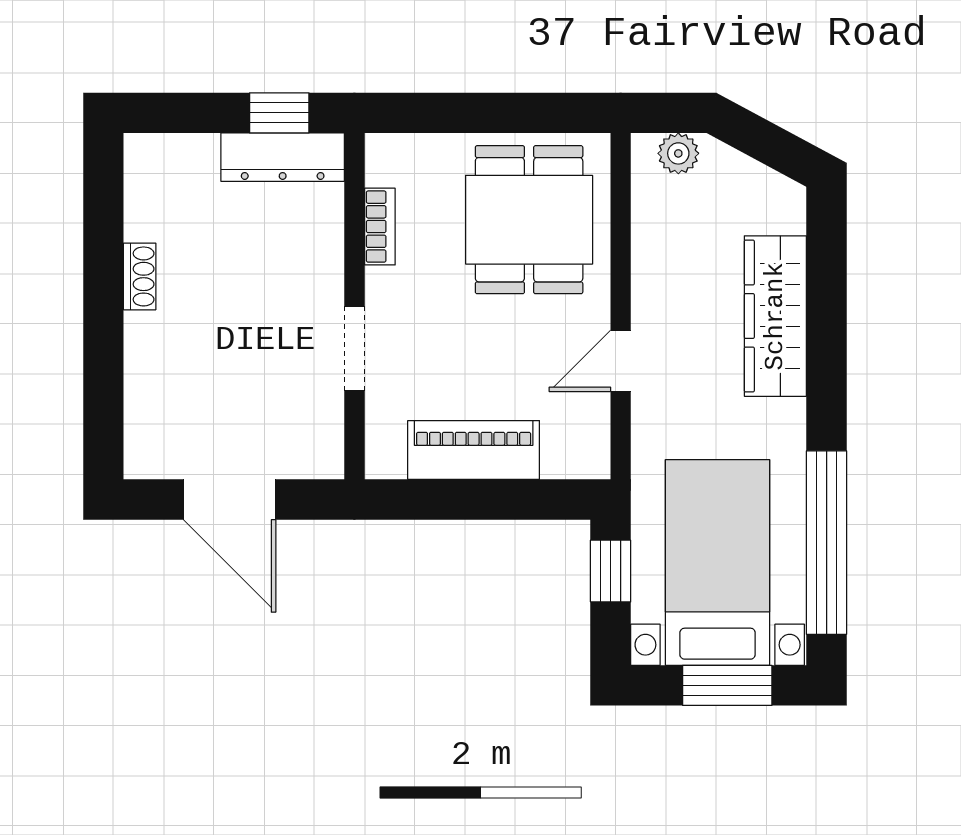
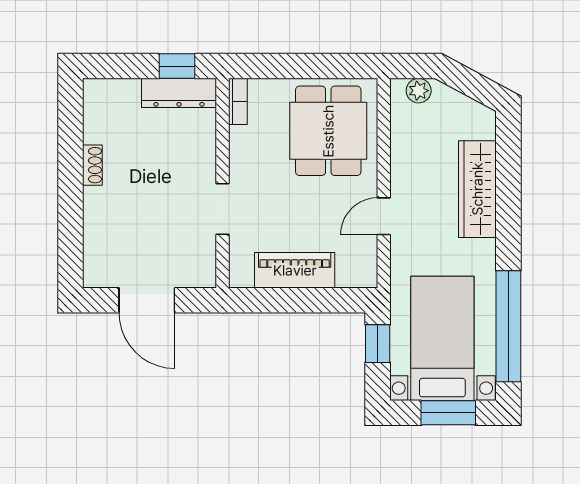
bookcase: (380, 227) -> (238, 101), moved

